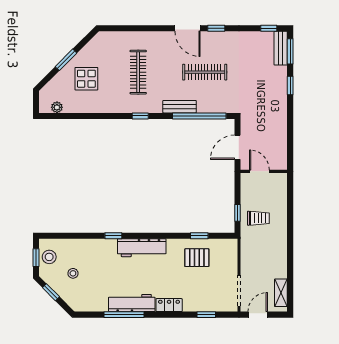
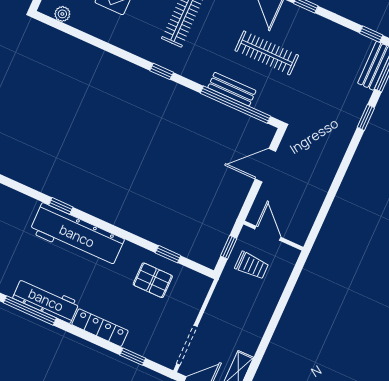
bench: (180, 107) -> (232, 89), moved
door: (259, 171) -> (268, 233), moved
wall: (264, 171) -> (273, 236), moved
workbench: (142, 248) -> (77, 236), width x1.36, depth x1.32
locker: (169, 305) -> (100, 328), width x1.53

